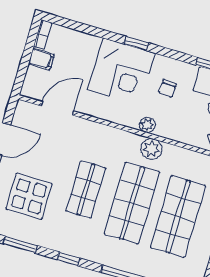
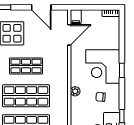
filing cabinet: (41, 59) -> (76, 17), moved
door: (57, 108) -> (69, 35), hinge flipped
plant: (151, 149) -> (62, 98), removed

